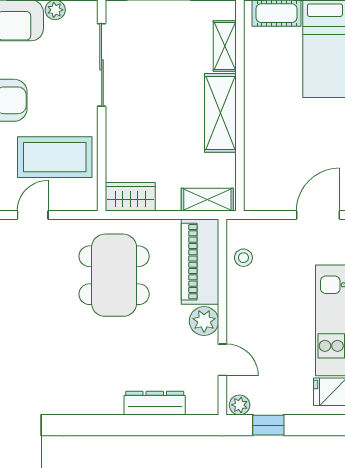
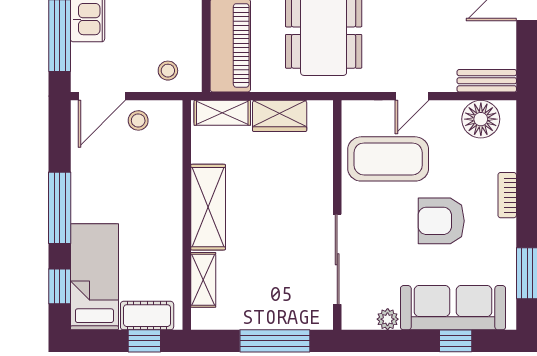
stool: (285, 193) -> (138, 120), added
wardrobe: (130, 197) -> (280, 116), moved
stool: (243, 258) -> (168, 71), moved

